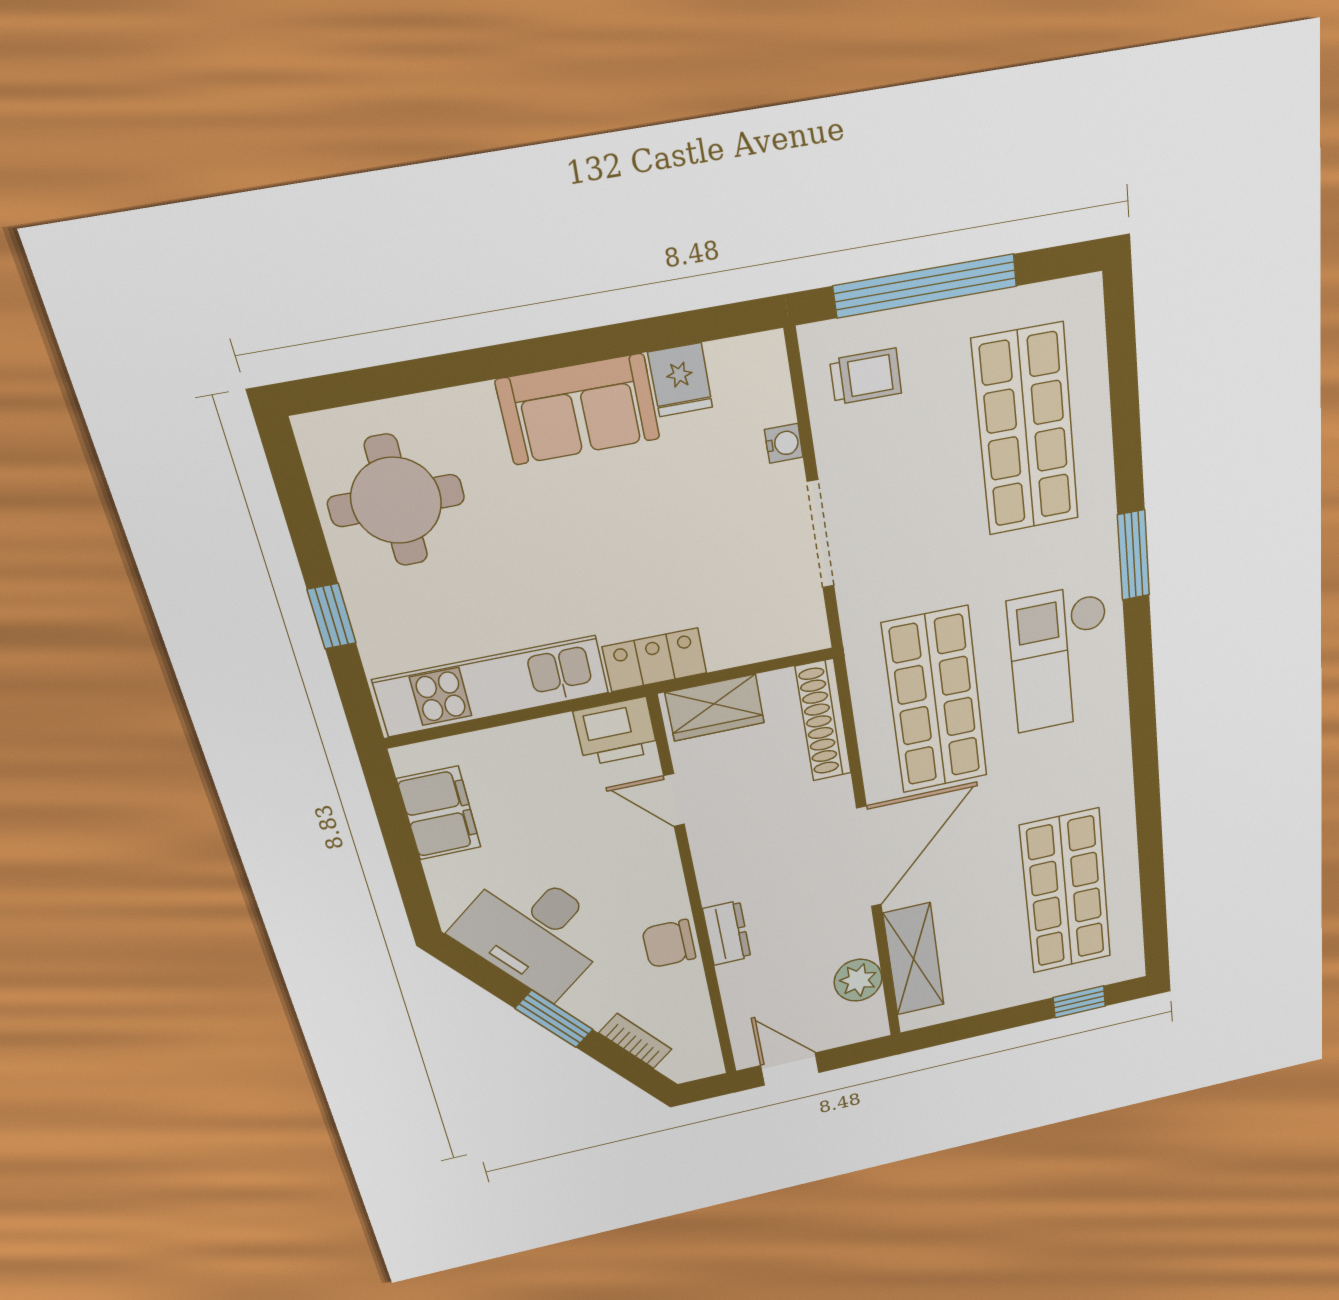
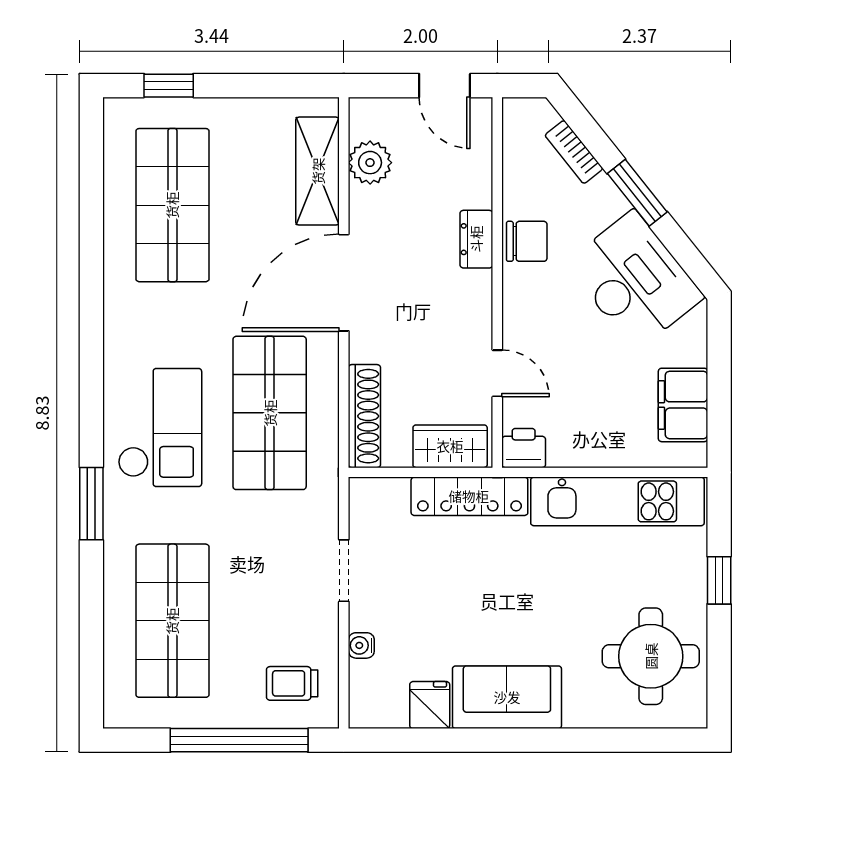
doorway: (821, 534) -> (344, 571), width x0.73
locker: (655, 660) -> (469, 496), width x1.53
printer: (616, 732) -> (524, 448), width x0.73, depth x0.81

